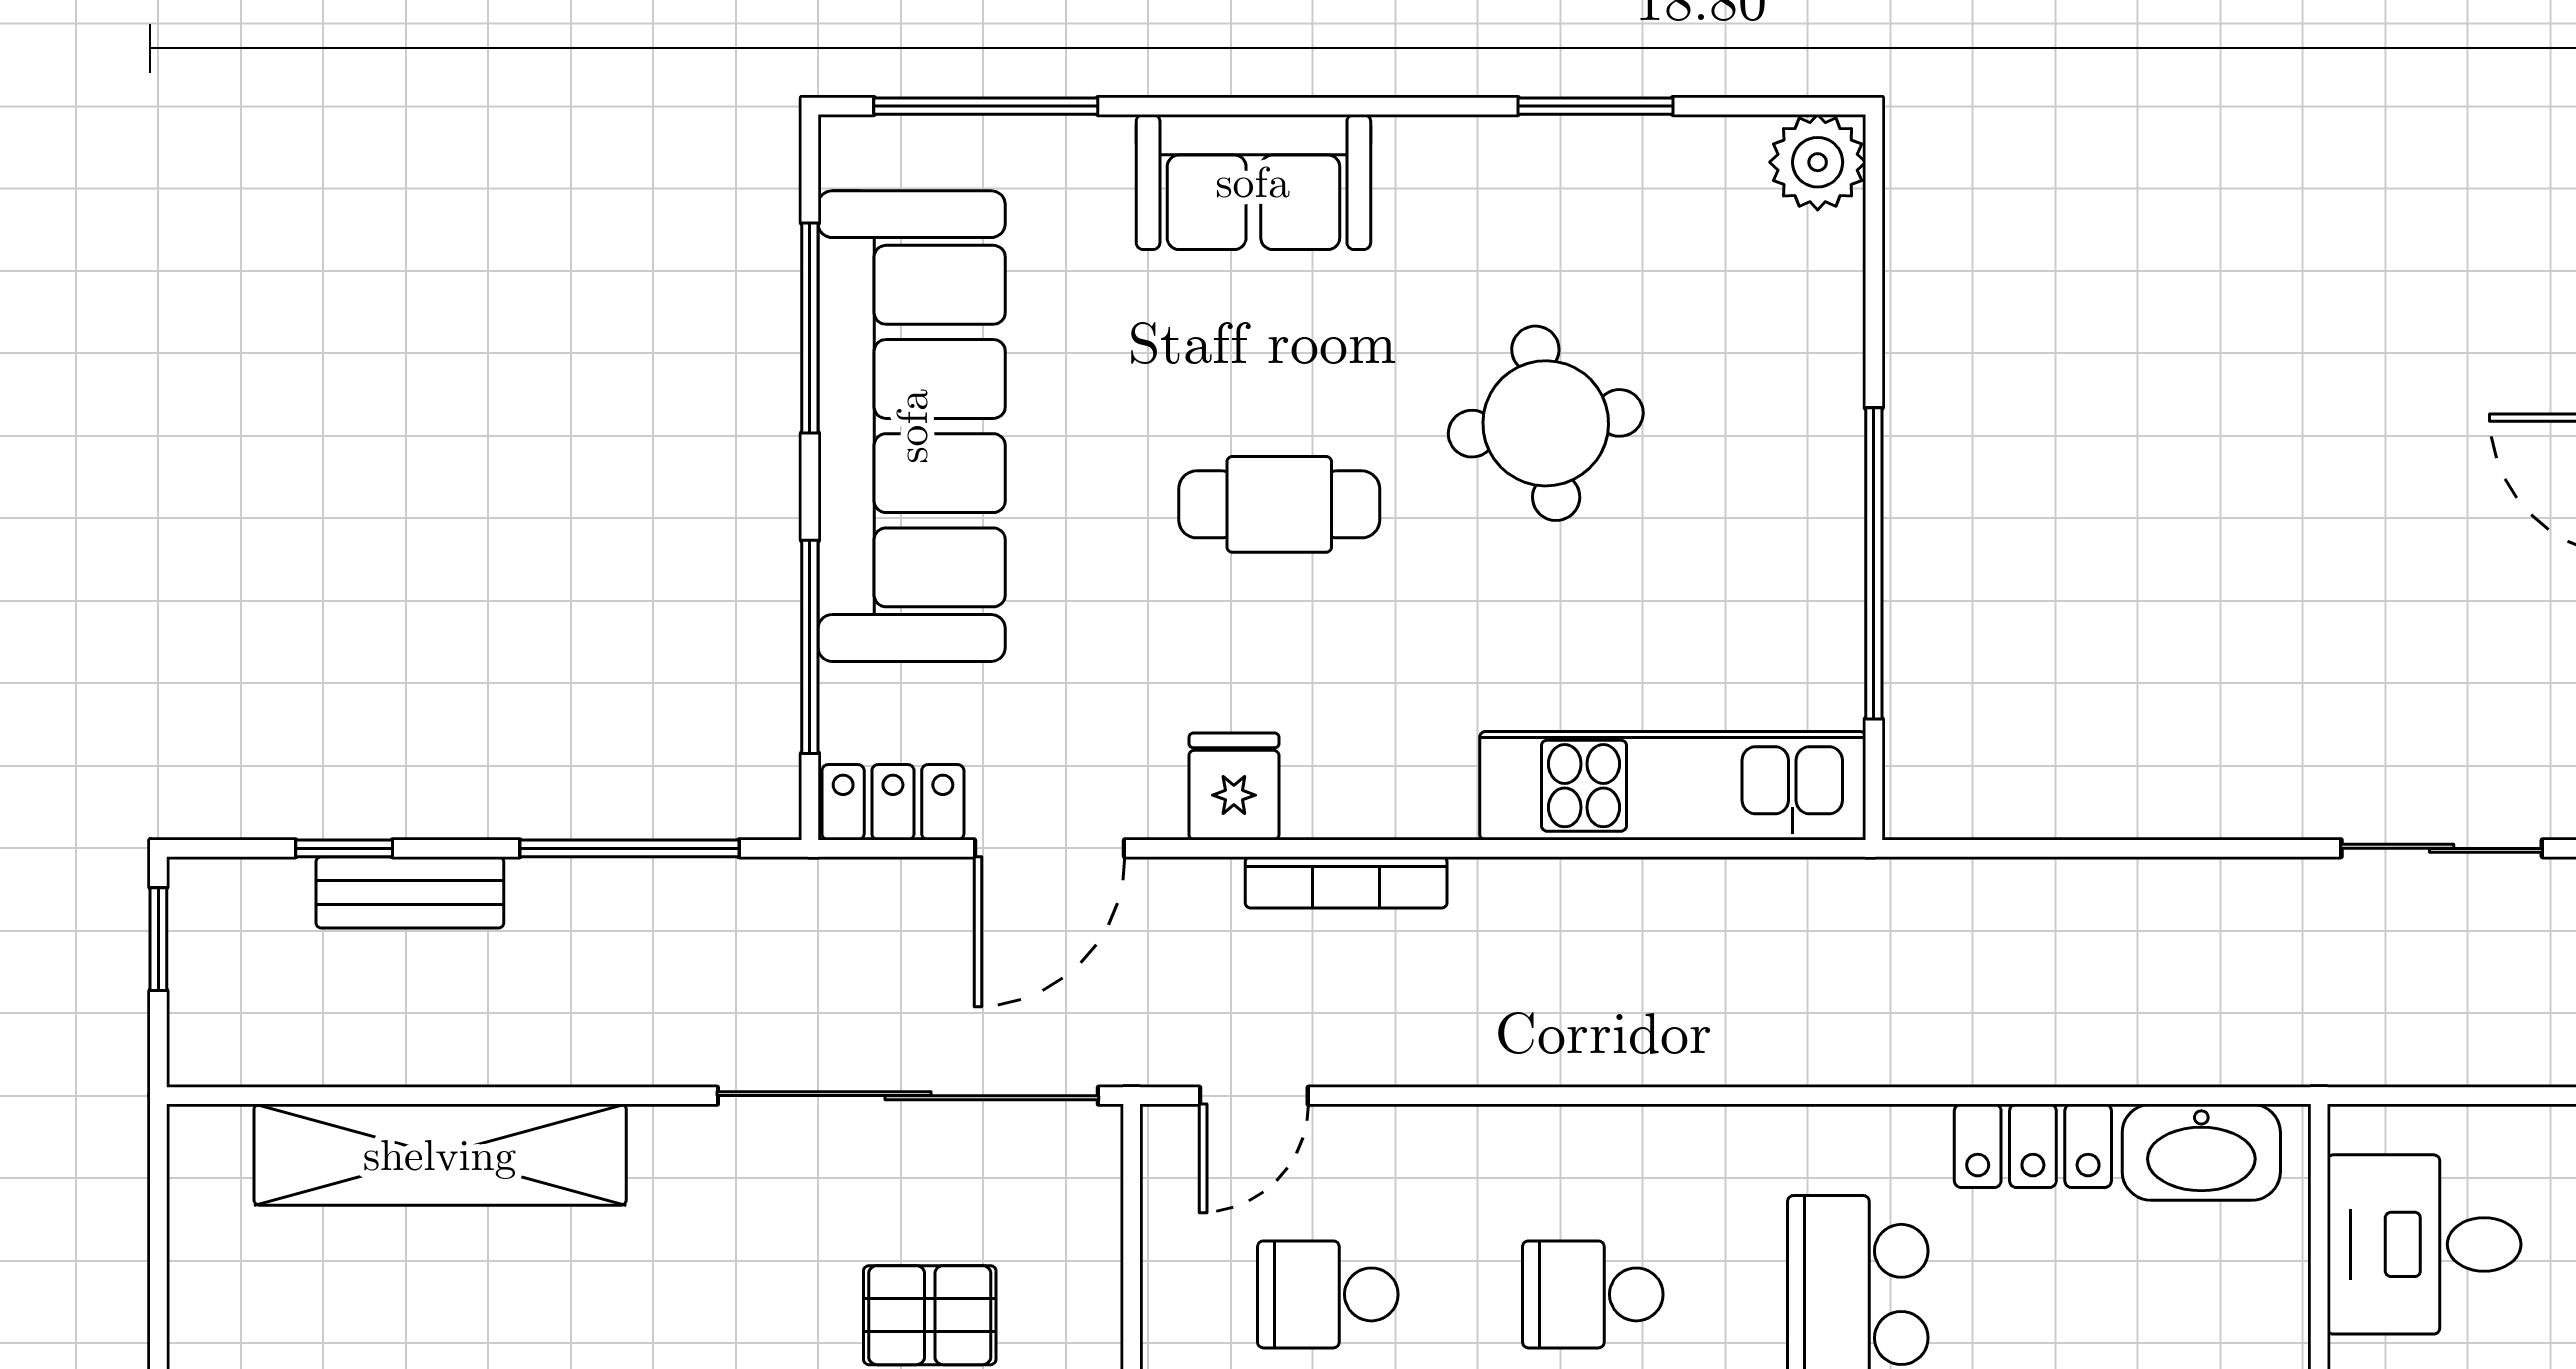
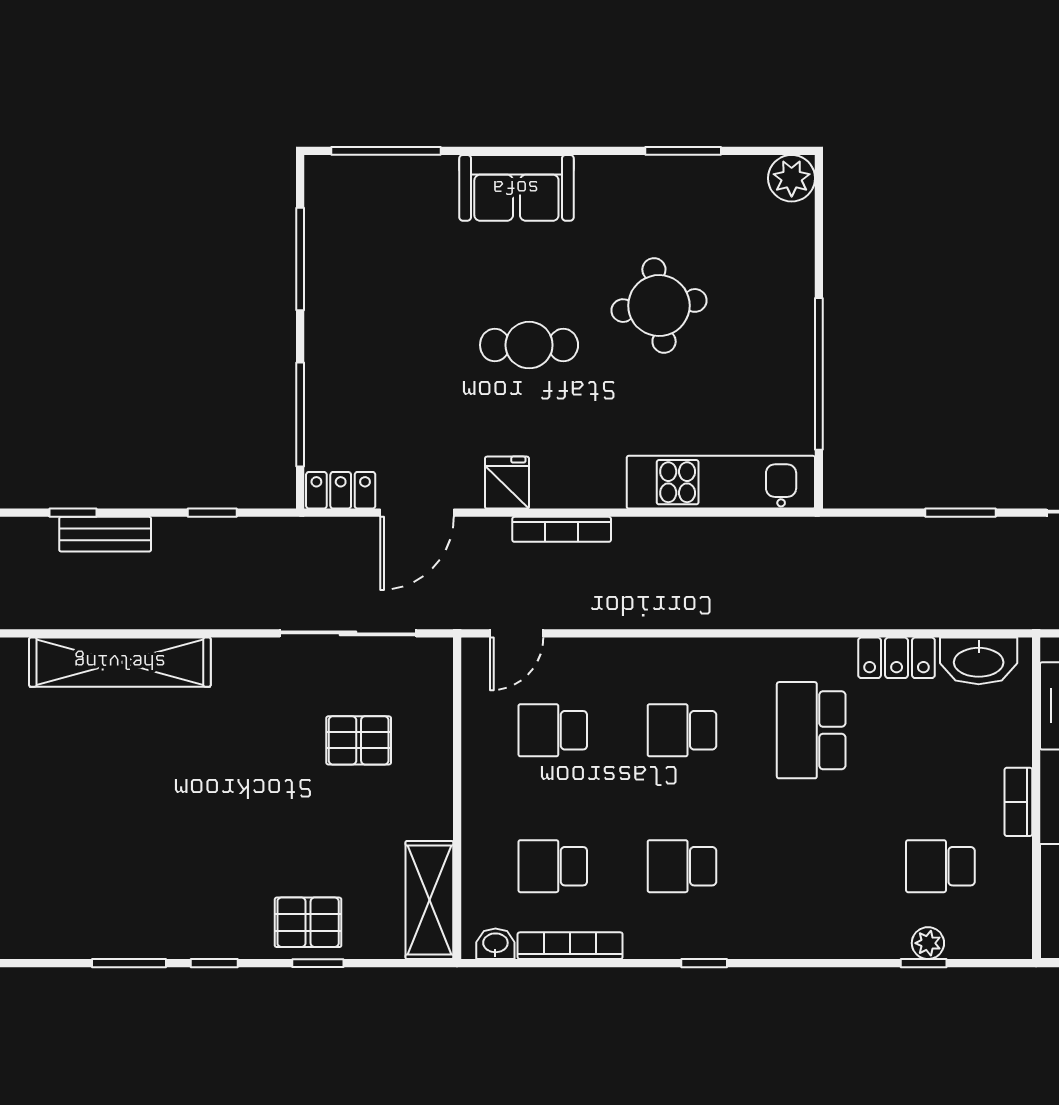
sofa: (912, 426) -> (350, 307), removed
window: (629, 848) -> (212, 513), width x0.46
window: (2164, 848) -> (961, 513), added
sliding door: (908, 1096) -> (348, 633), width x0.73

